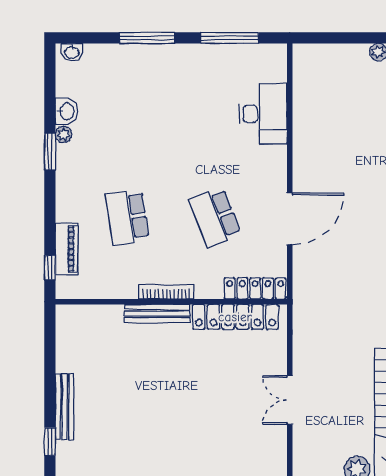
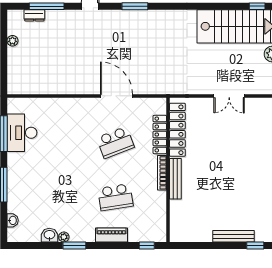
washbasin: (72, 52) -> (13, 220), moved
desk: (263, 114) -> (22, 133), moved, turned -90
piano: (67, 249) -> (112, 235), moved
locker: (255, 289) -> (160, 135), moved

